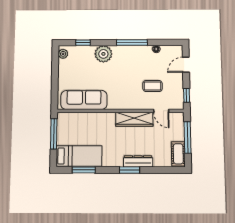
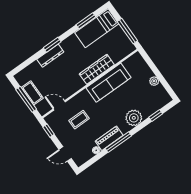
piano: (138, 51) -> (109, 138), added
plant: (63, 54) -> (154, 81), moved
door: (186, 65) -> (65, 154), swing flipped
sofa: (84, 100) -> (108, 83), moved
wardrobe: (134, 119) -> (97, 69), moved
cot: (178, 154) -> (32, 93), moved

